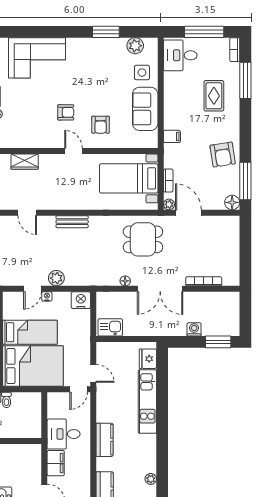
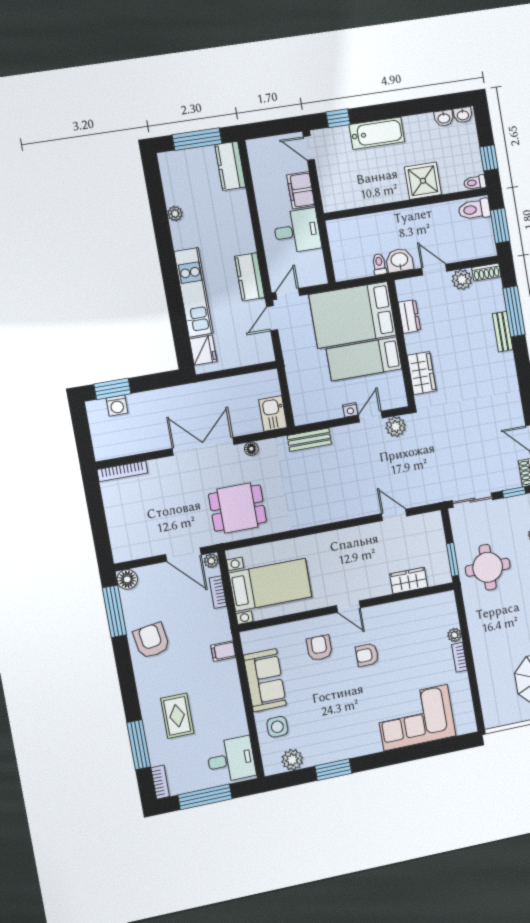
bench: (72, 222) -> (309, 440), moved
plant: (56, 278) -> (396, 427), moved
bookcase: (204, 281) -> (122, 471), moved
nightstand: (81, 300) -> (305, 413), removed
kitchen sink: (110, 327) -> (273, 414), moved, turned 90
washing machine: (194, 329) -> (117, 406), moved
door: (93, 373) -> (272, 318), hinge flipped
kitchen counter: (104, 440) -> (250, 277), moved
plant: (151, 479) -> (175, 214), moved

